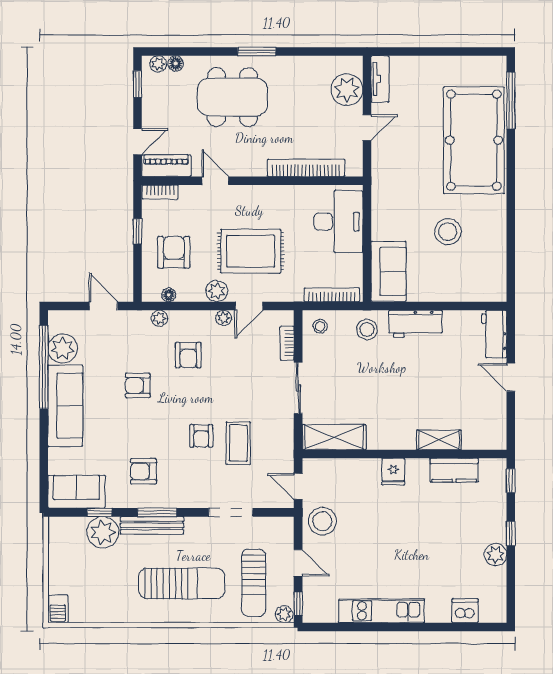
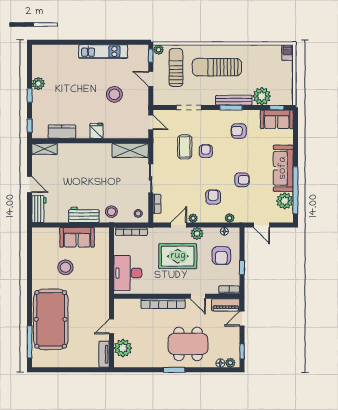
bookcase: (306, 168) -> (163, 304), moved
sofa: (389, 271) -> (77, 237), moved, turned -90
shelving: (439, 440) -> (45, 149), moved
armchair: (143, 471) -> (239, 131), turned 180
window: (100, 512) -> (277, 108), moved
stool: (322, 521) -> (114, 94), moved
dishwasher: (465, 611) -> (56, 52), removed

